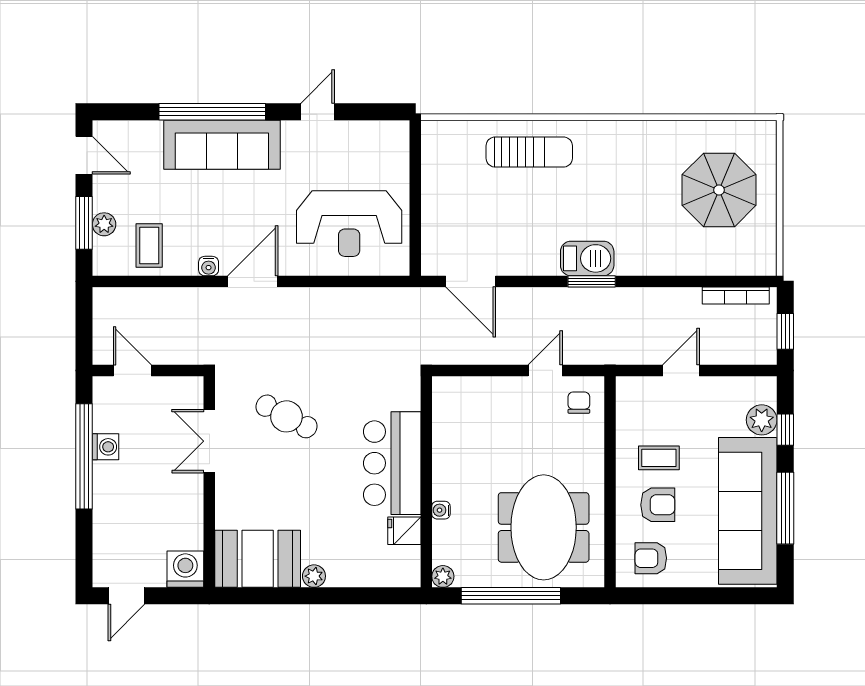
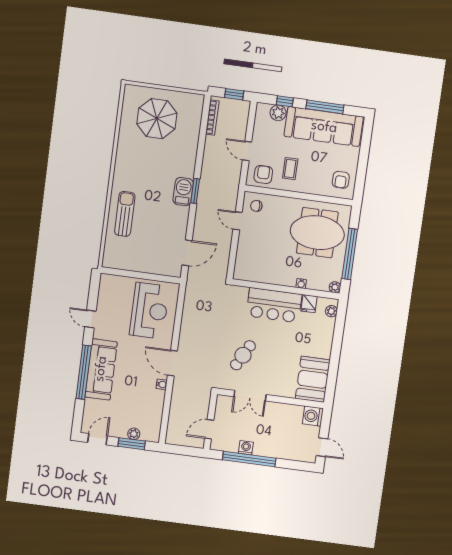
coffee table: (149, 246) -> (147, 413), removed
armchair: (658, 505) -> (263, 174), moved
plant: (314, 576) -> (331, 311), moved

